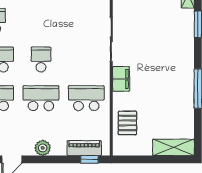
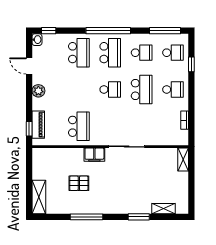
school desk: (41, 98) -> (142, 89), moved
pallet: (127, 123) -> (79, 183), moved

